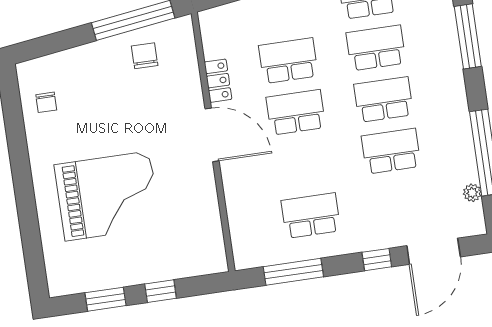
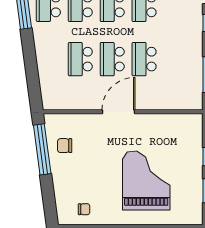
locker: (218, 81) -> (86, 103), removed
school desk: (311, 216) -> (144, 59), moved

